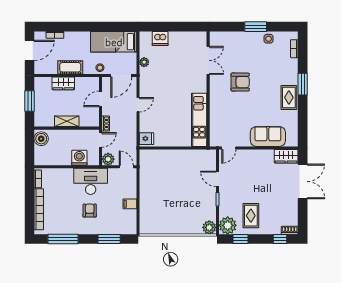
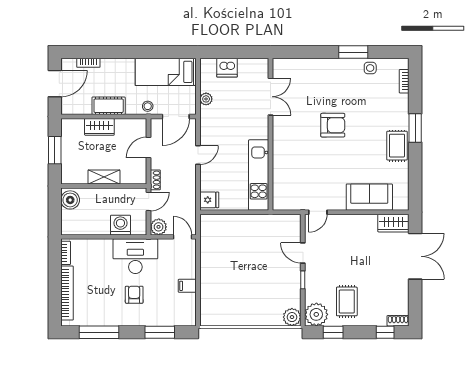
double door: (208, 60) -> (270, 97), moved
wall: (208, 89) -> (270, 134), moved
kitchen unit: (199, 120) -> (259, 175), moved

